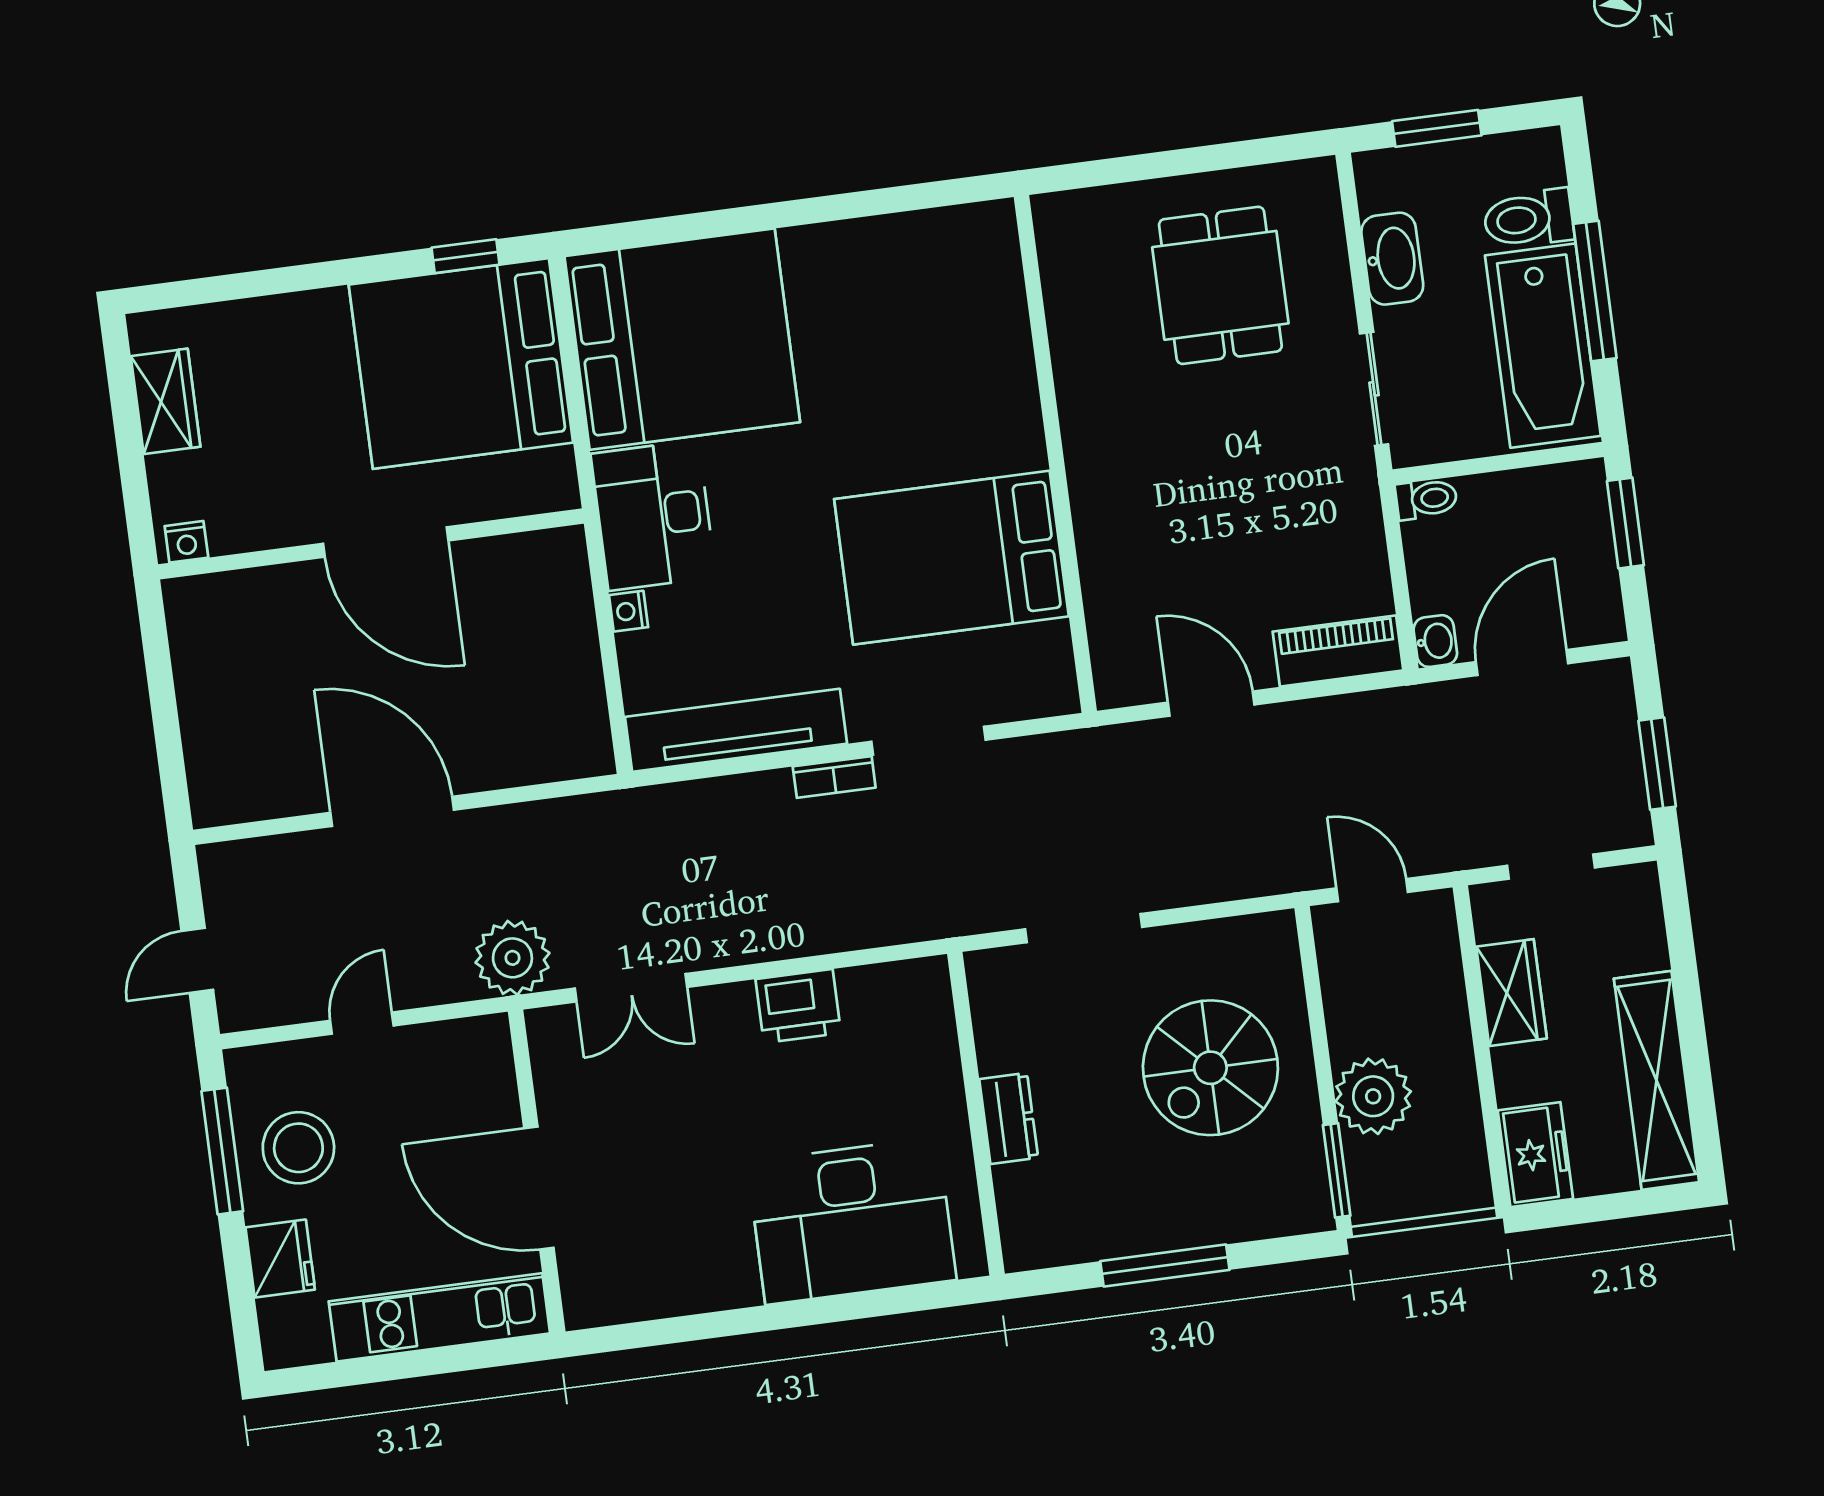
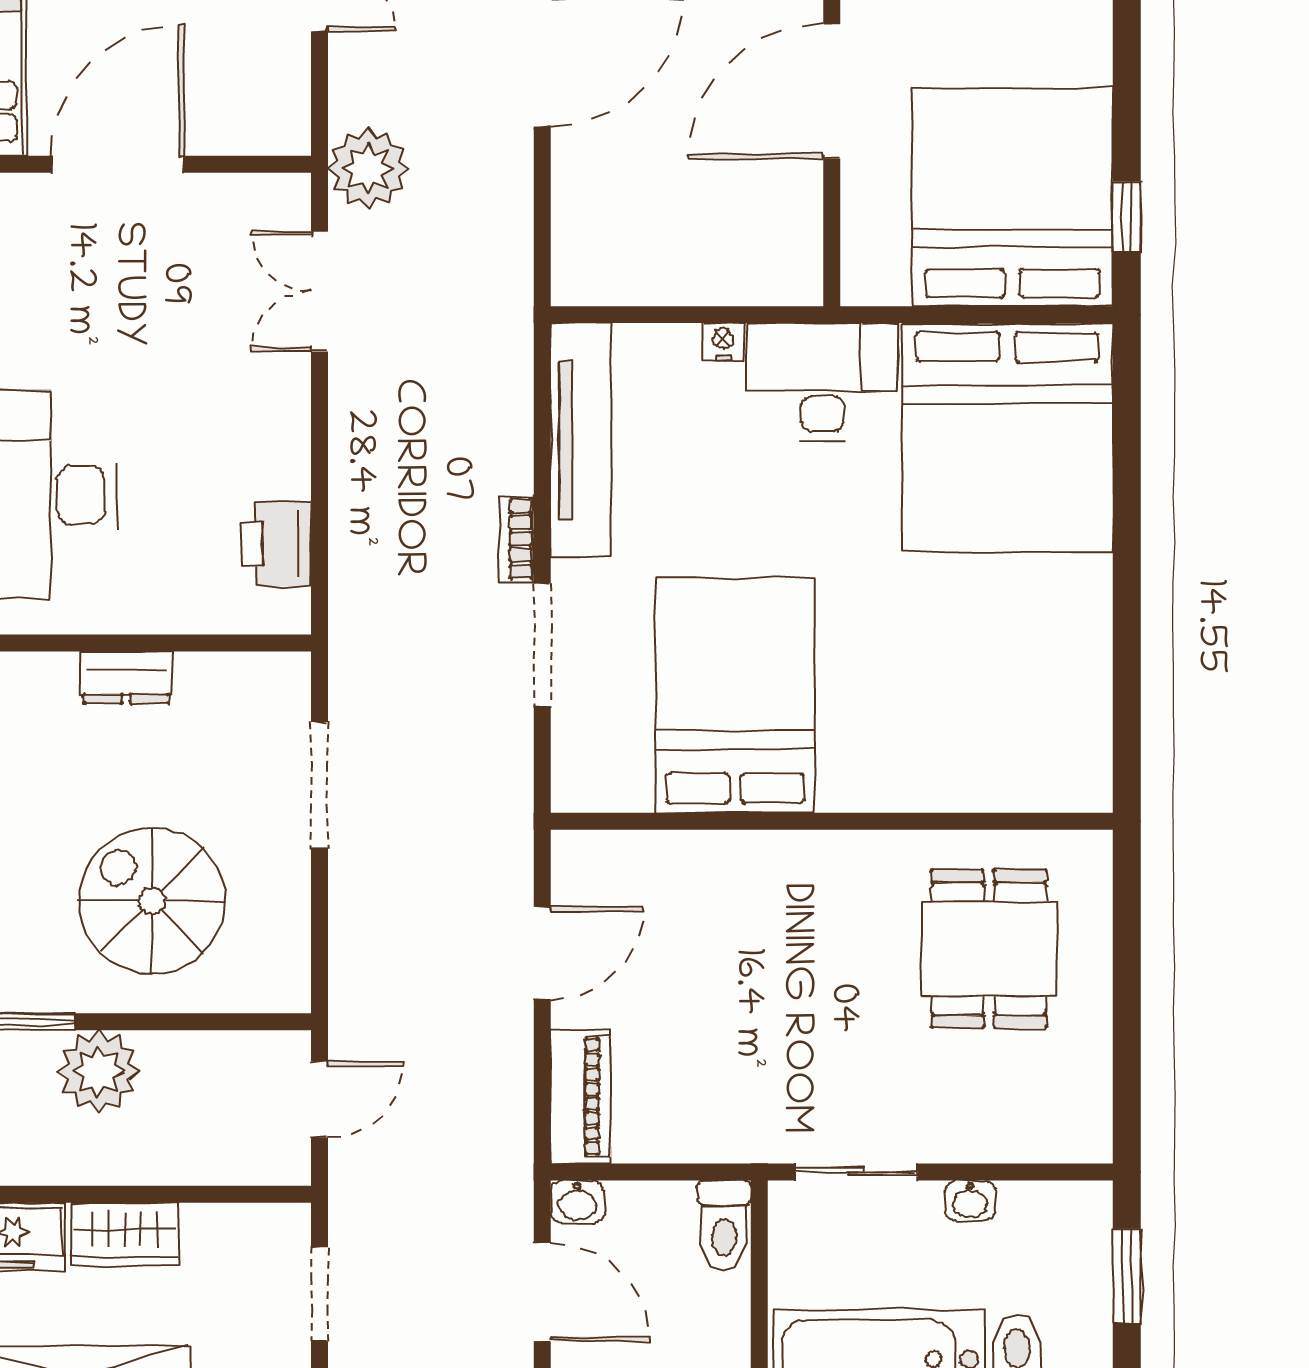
washbasin: (1392, 259) -> (970, 1201), width x0.52, depth x0.69
dining table: (1220, 285) -> (989, 949), moved, turned 90
toilet: (1426, 499) -> (724, 1225), width x1.37, depth x1.39
wardrobe: (1511, 993) -> (124, 1234), moved
printer: (798, 1006) -> (276, 544), moved

